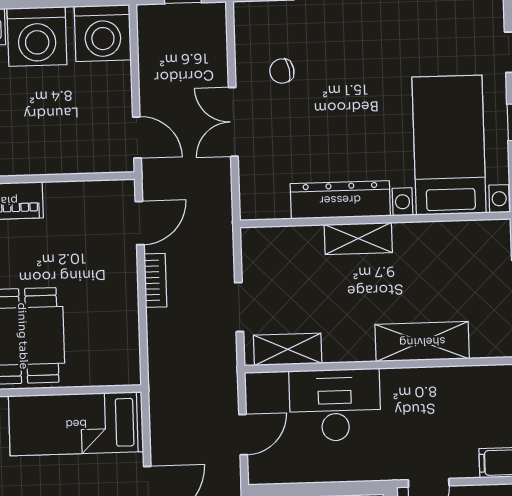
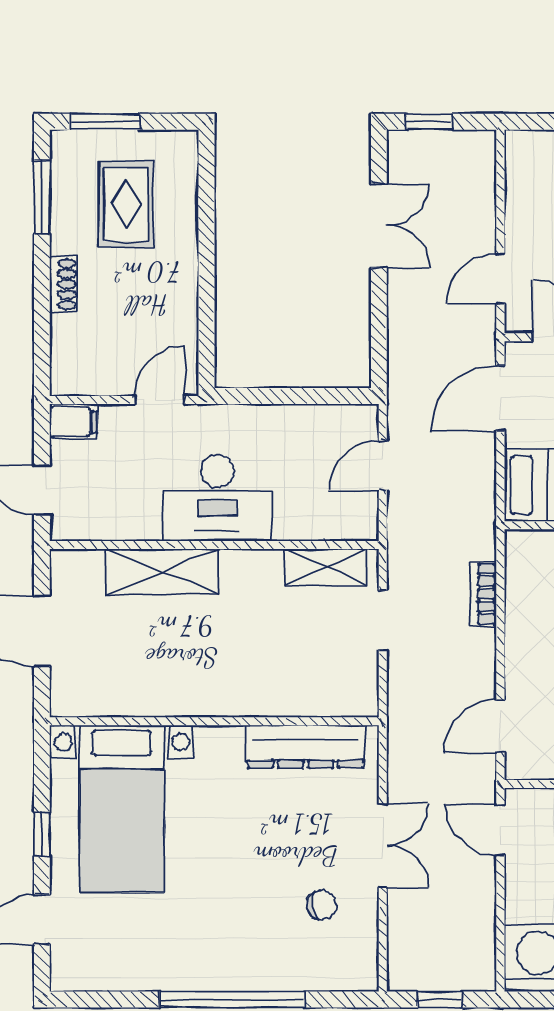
dresser: (340, 200) -> (306, 747), moved
shelving: (358, 239) -> (236, 699), removed
bookcase: (155, 280) -> (483, 594), moved
desk: (335, 405) -> (217, 498), moved

